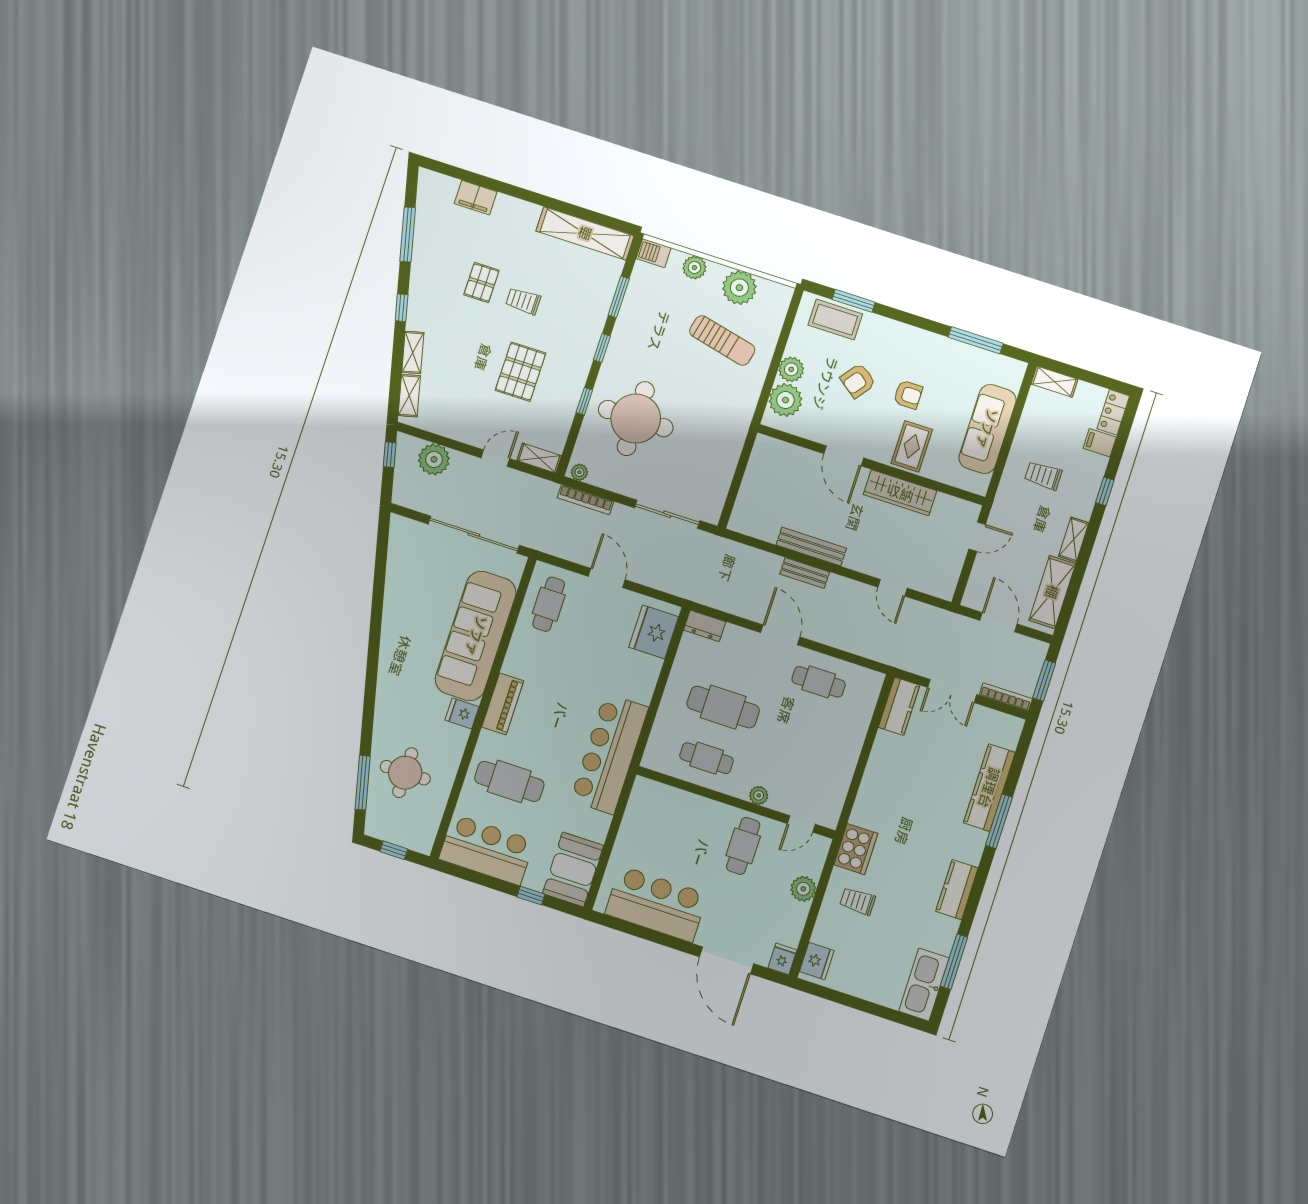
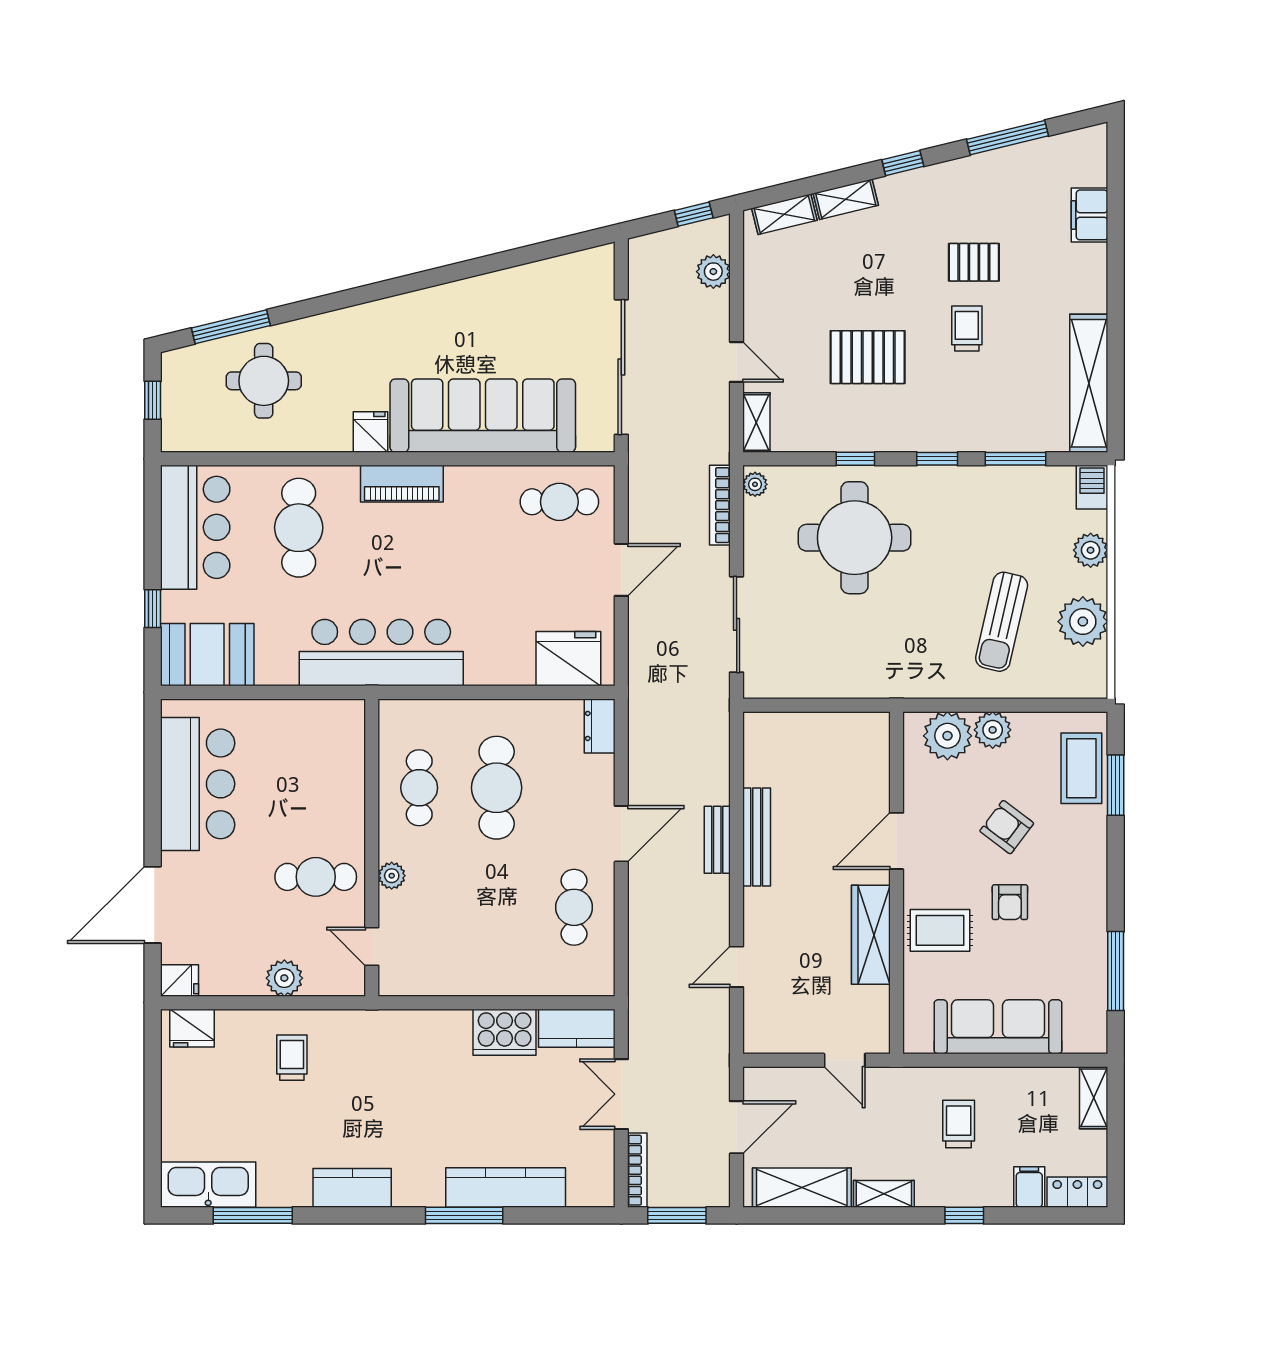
plant: (434, 459) -> (713, 272), width x0.73, depth x0.73
cooker: (856, 849) -> (505, 1032), moved

